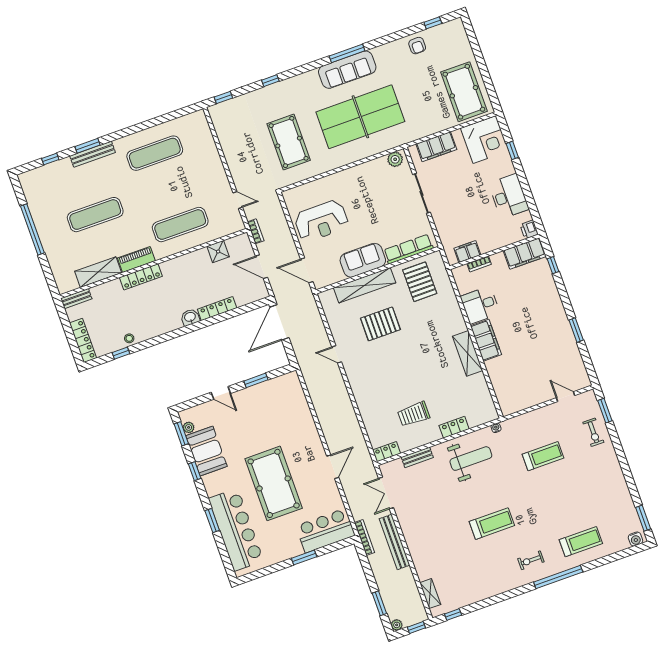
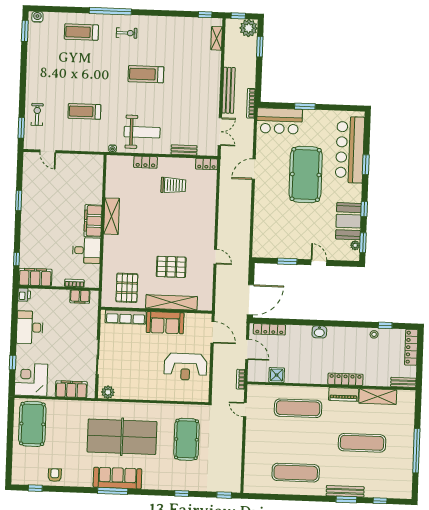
reception desk: (321, 221) -> (185, 367), turned 180
locker: (217, 309) -> (269, 329), moved
weight bench: (471, 459) -> (142, 132), turned 180
plant: (397, 625) -> (249, 28), width x1.88, depth x1.88

